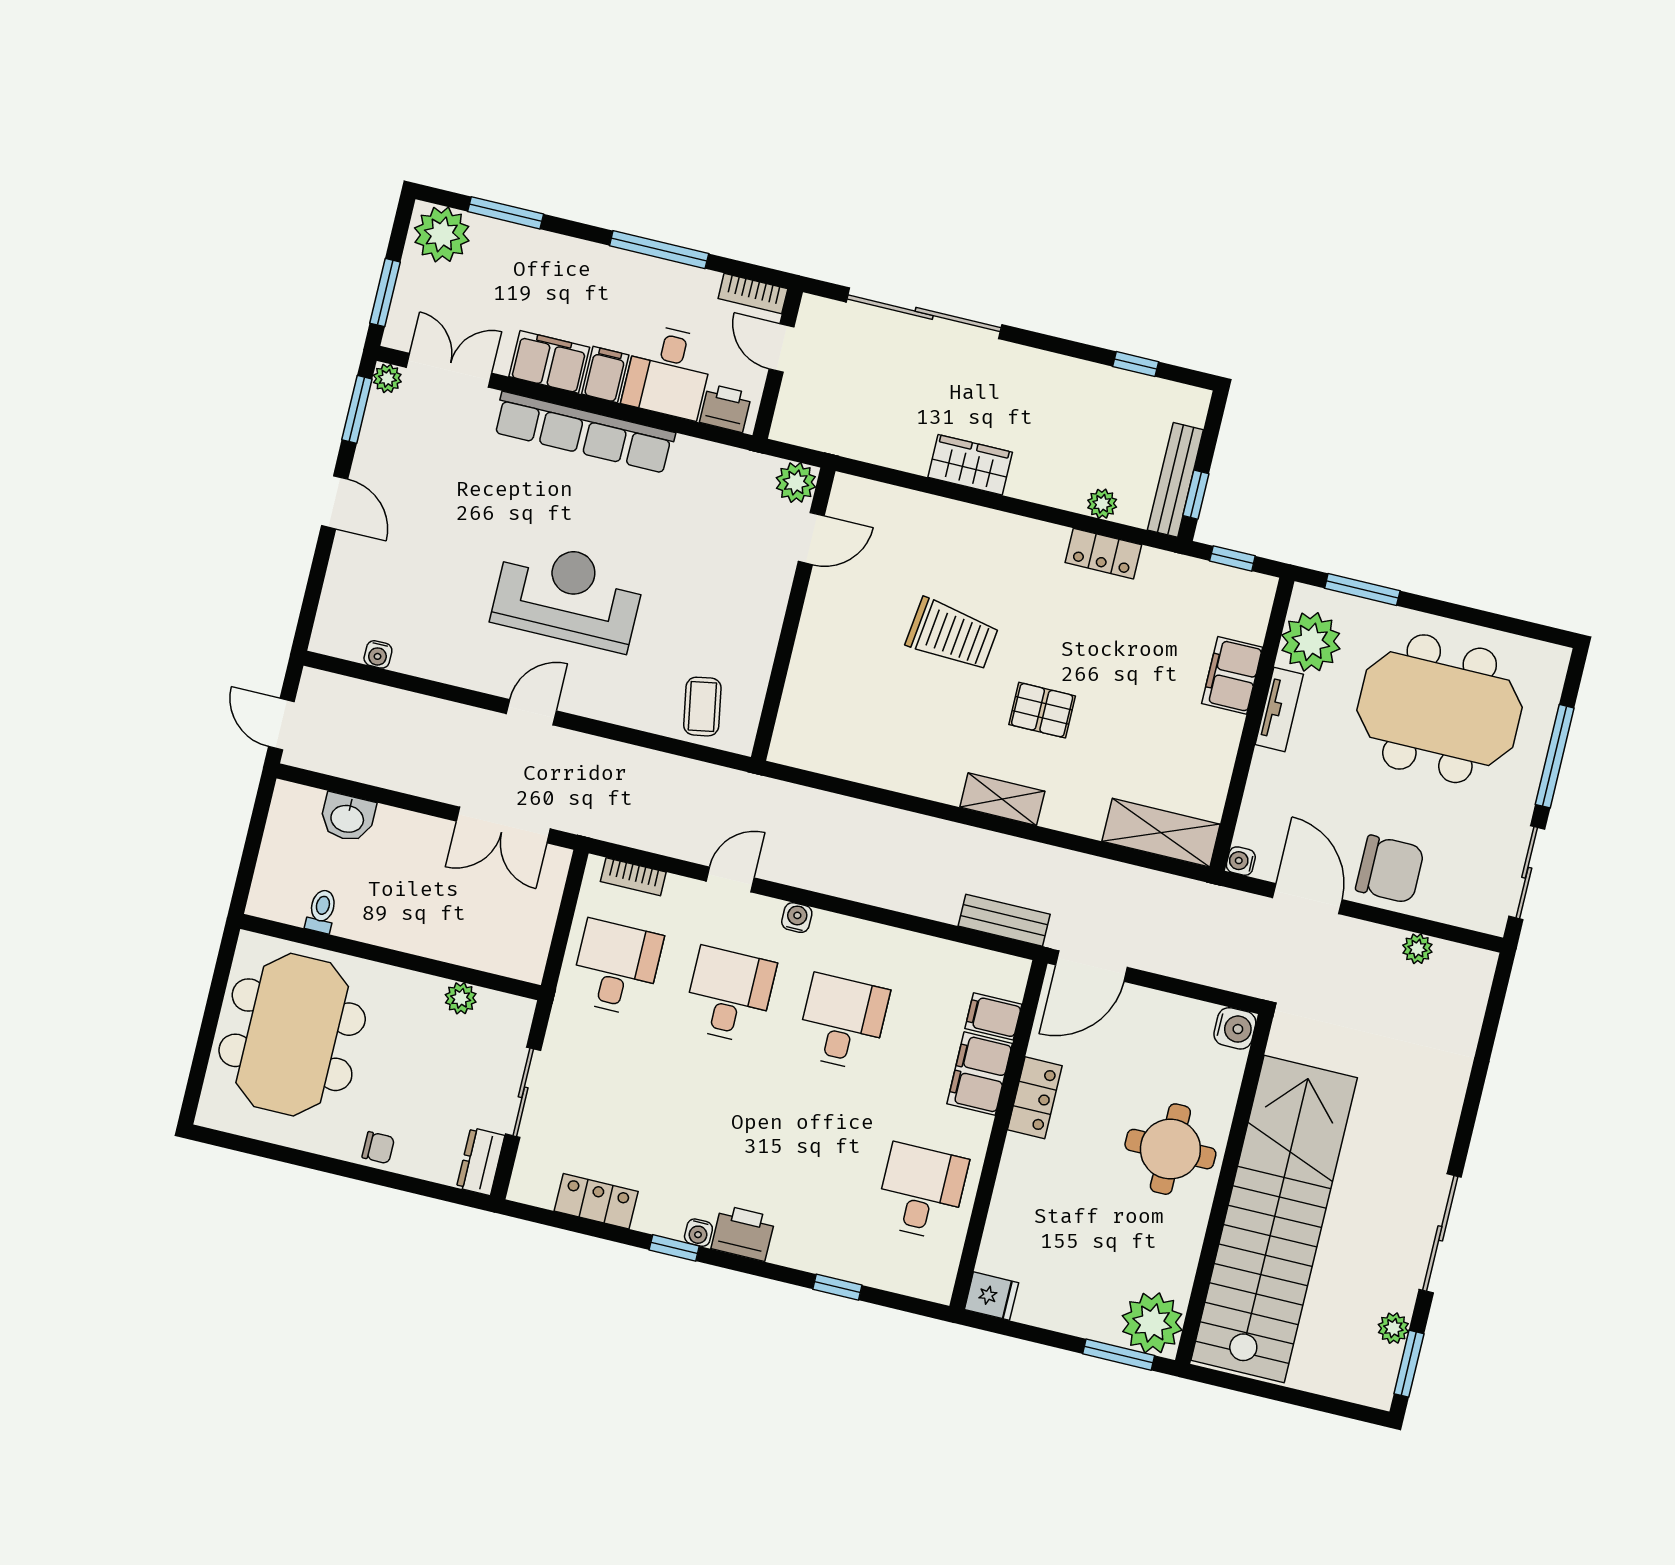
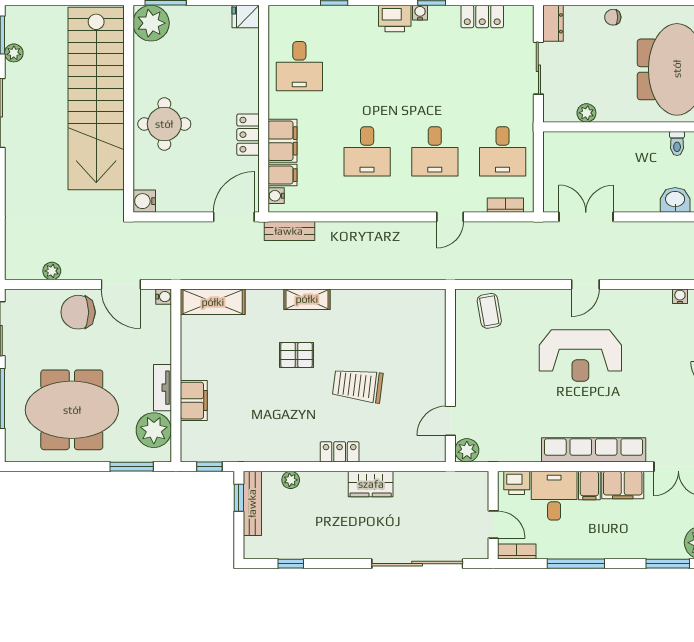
locker: (1103, 554) -> (340, 452), moved
water cooler: (797, 918) -> (276, 196), moved, turned 90

